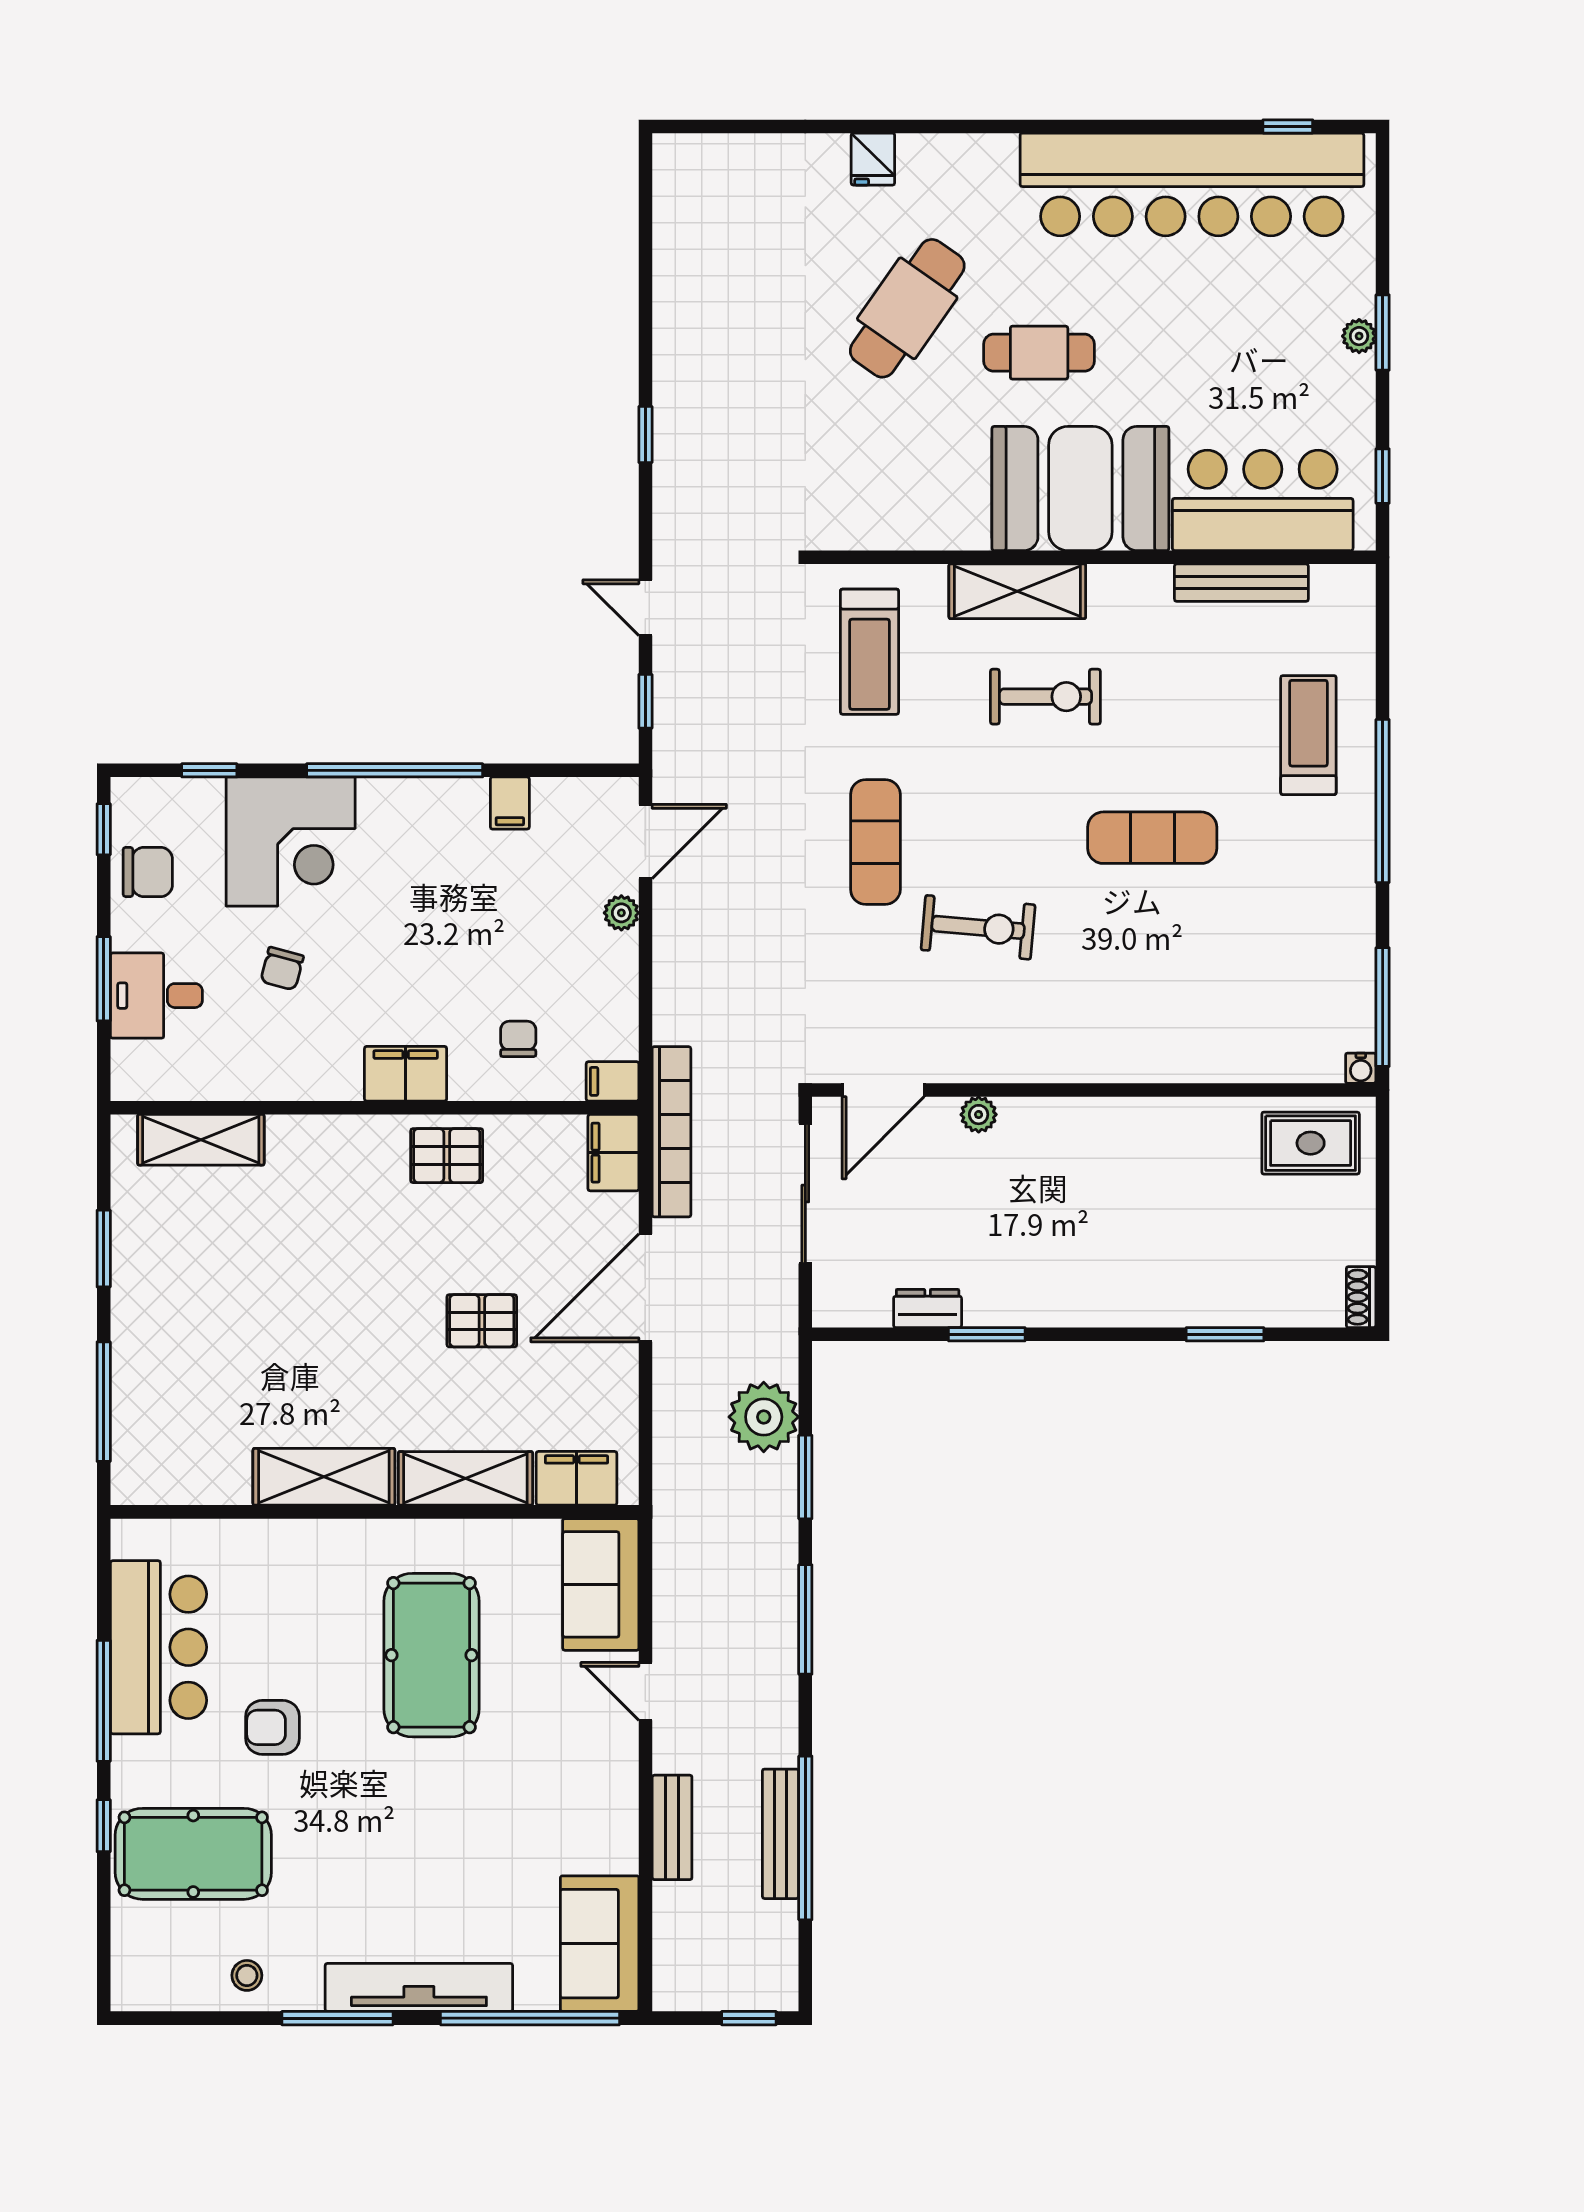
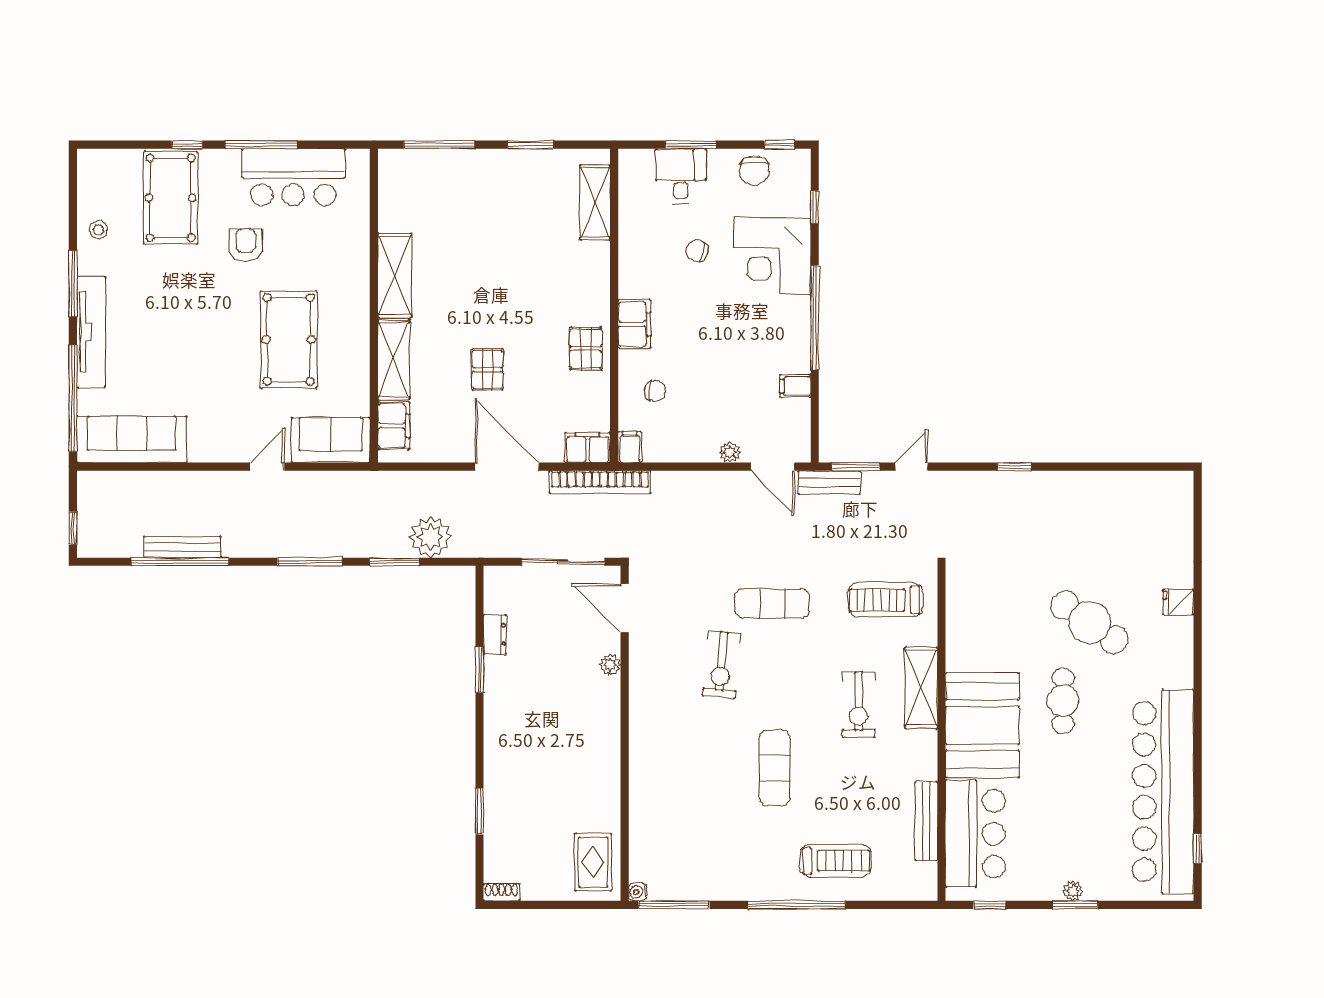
window: (645, 701) -> (856, 467), width x1.50
pool table: (431, 1655) -> (289, 339), turned 90
bench: (672, 1827) -> (829, 483), moved
sofa: (600, 1944) -> (132, 439), width x1.36

